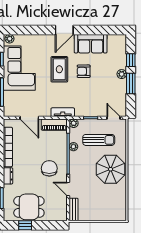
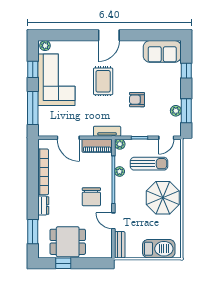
sofa: (91, 44) -> (162, 51), moved
armchair: (84, 71) -> (137, 100), moved
plant: (122, 74) -> (176, 111), moved
window: (131, 83) -> (186, 111), moved
door: (114, 118) -> (166, 138), swing flipped
chair: (49, 168) -> (91, 197), turned 180
barbecue: (107, 213) -> (159, 249), added

